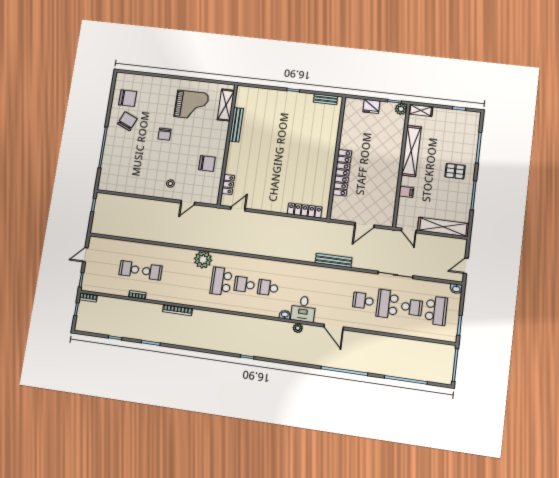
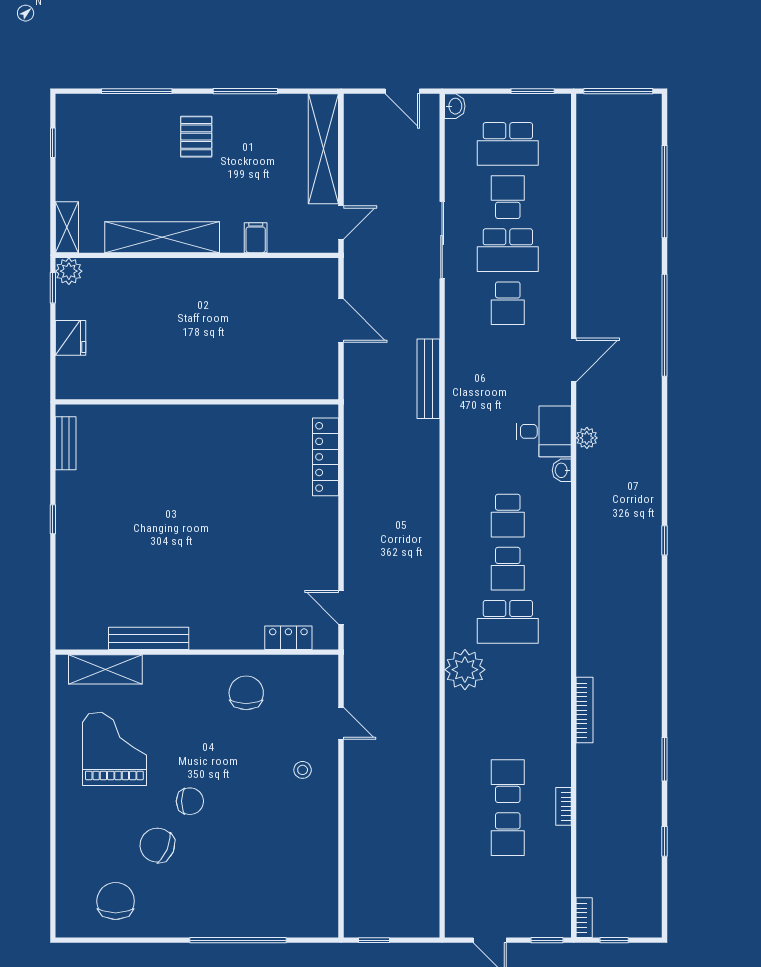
chair: (127, 121) -> (157, 845), moved
locker: (342, 173) -> (230, 384), removed
school desk: (436, 311) -> (508, 144), turned 180

